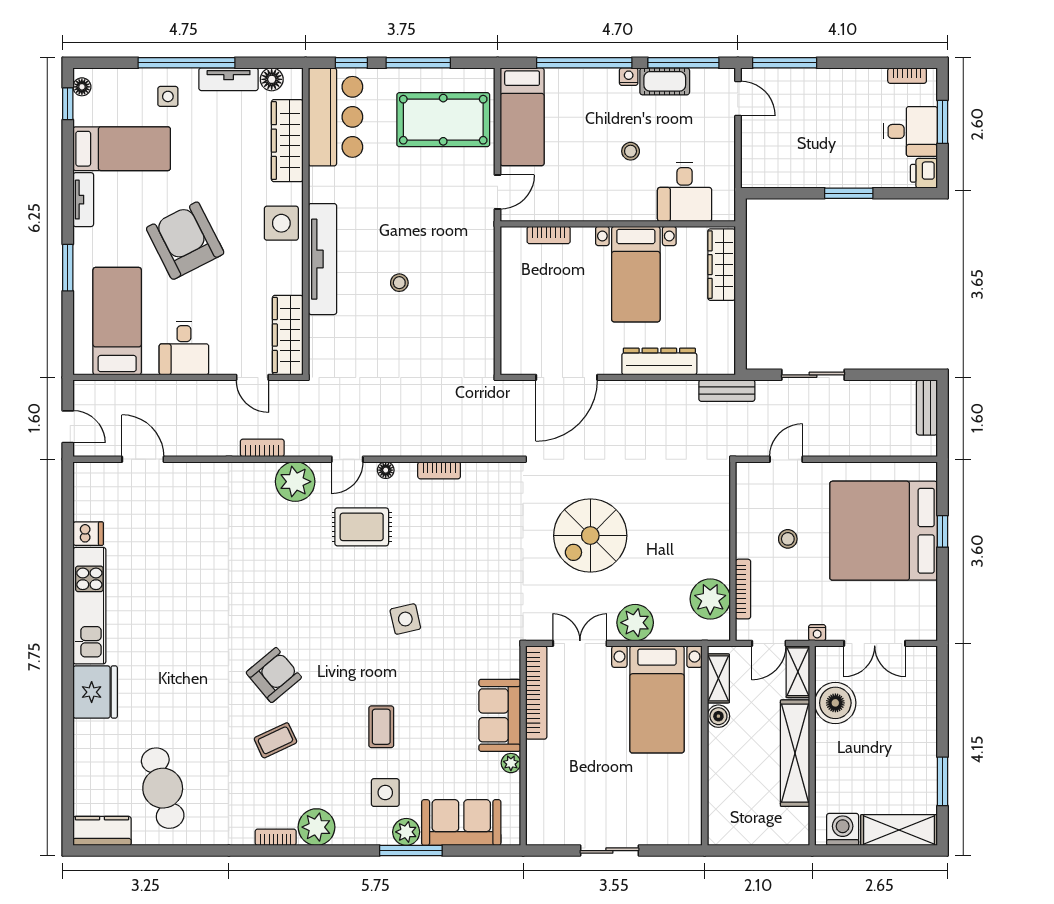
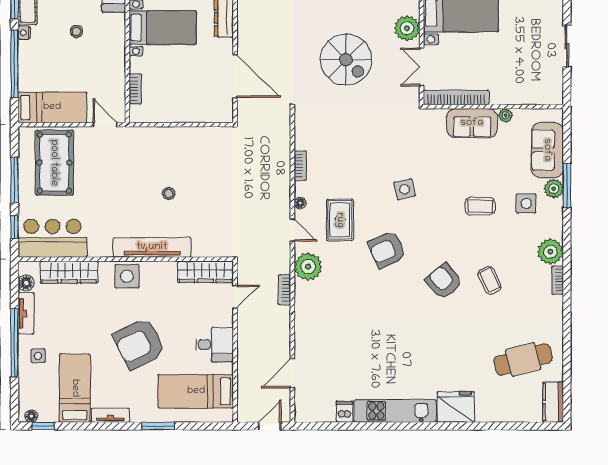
armchair: (319, 594) -> (387, 250), added

